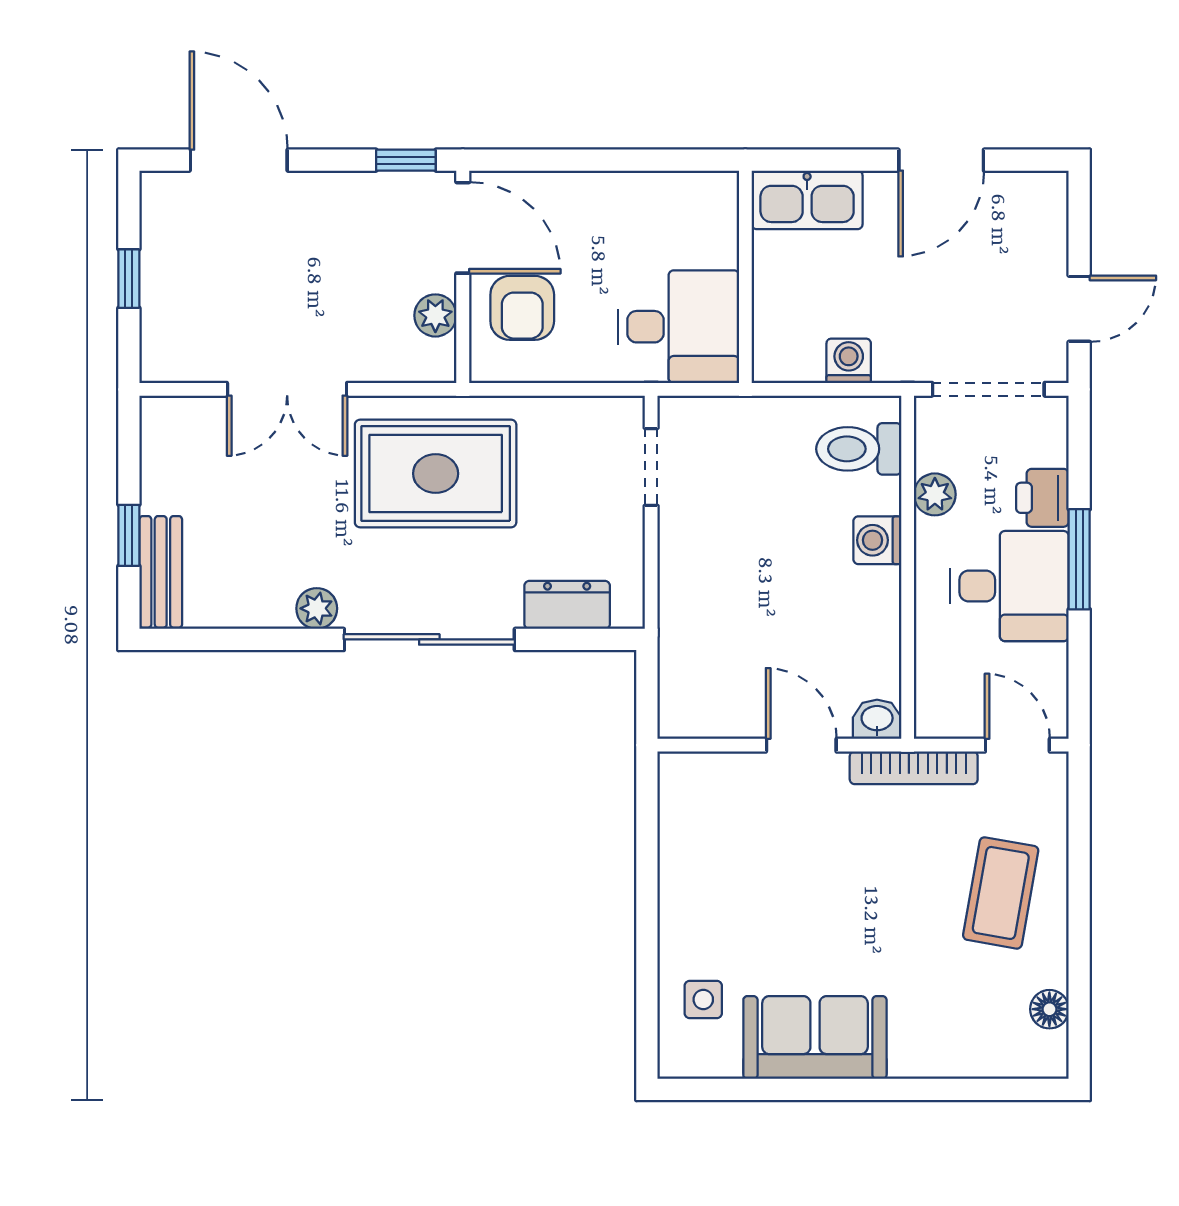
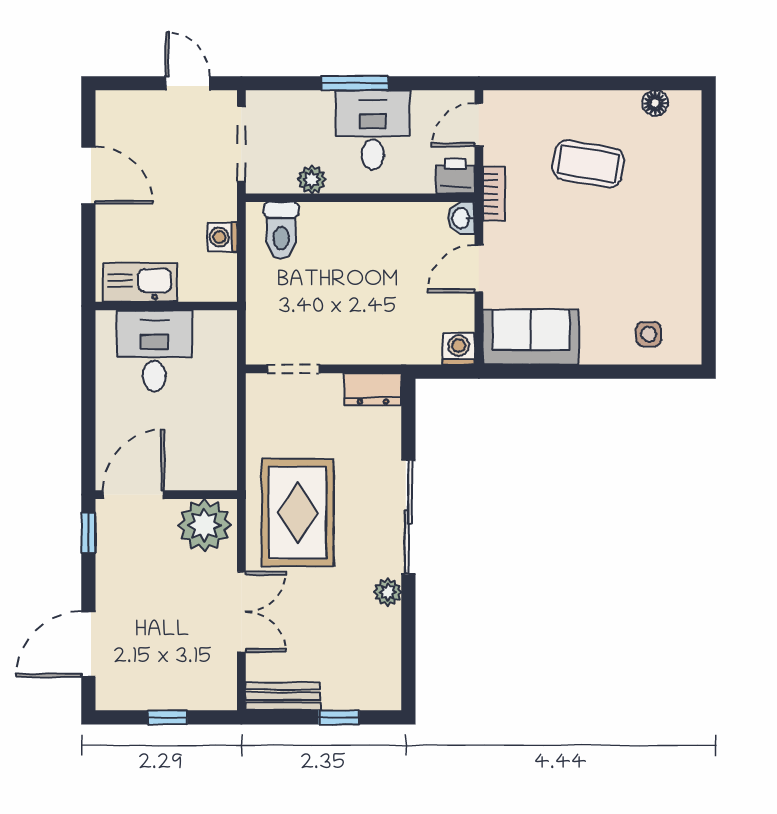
kitchen sink: (807, 200) -> (140, 282), moved, turned -90
armchair: (522, 308) -> (187, 455), removed
plant: (435, 315) -> (204, 525), width x1.87, depth x1.87
desk: (678, 327) -> (154, 351), moved
printer: (1042, 498) -> (455, 176), moved, turned 180
washing machine: (877, 540) -> (459, 349), moved, turned 180
bench: (161, 572) -> (283, 696), moved
dresser: (567, 605) -> (373, 389), moved, turned -90
bookcase: (914, 768) -> (494, 194), width x0.64
coffee table: (1001, 893) -> (588, 164), moved
sofa: (815, 1038) -> (531, 337), moved, turned 90

